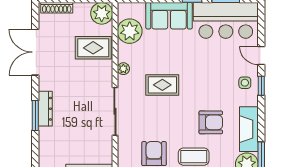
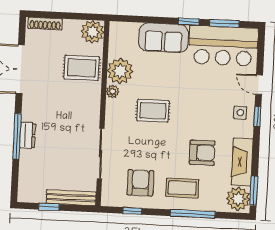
plant: (130, 31) -> (120, 71), moved
dresser: (45, 109) -> (27, 135), width x0.70
sliding door: (115, 111) -> (101, 154), moved
window: (35, 115) -> (17, 136), width x1.44

